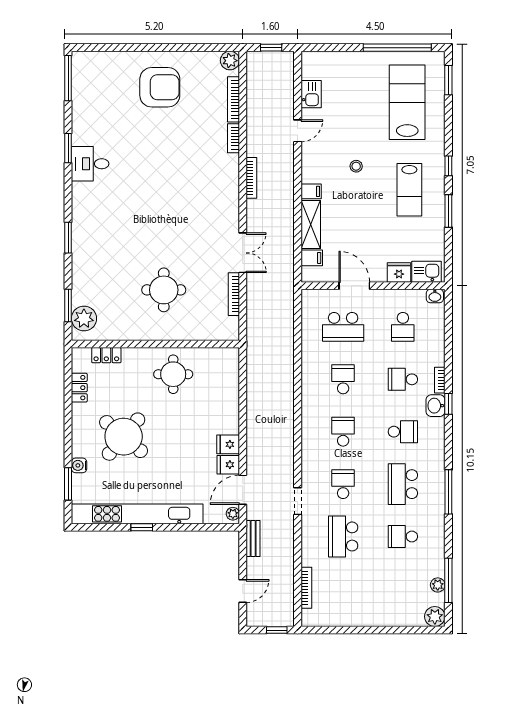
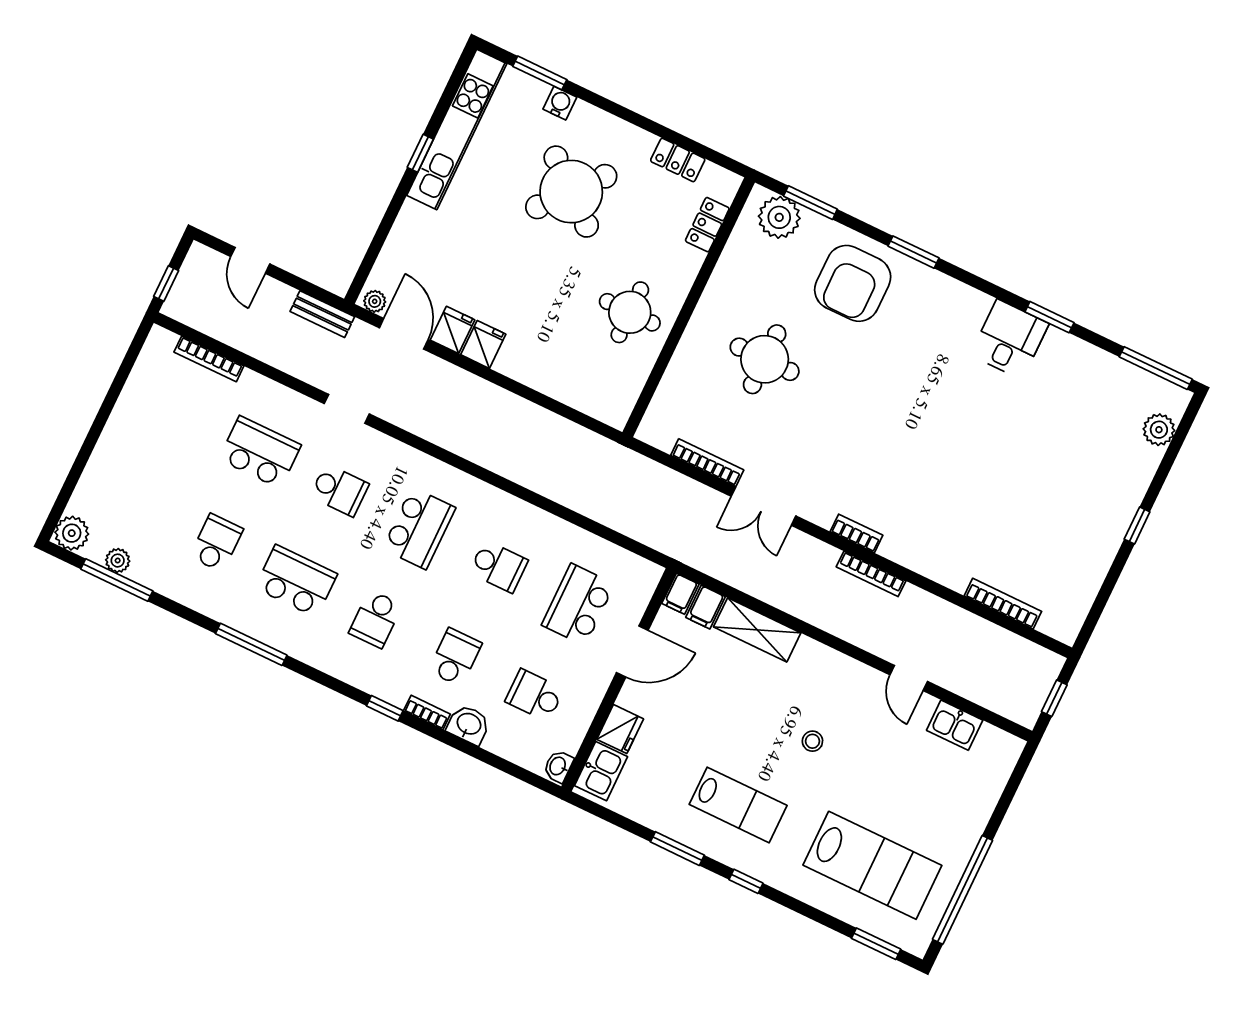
window: (157, 48) -> (1137, 526), added
plant: (230, 61) -> (1159, 430), moved
armchair: (160, 87) -> (853, 283), moved
bookcase: (234, 138) -> (856, 533), moved
lab bench: (409, 190) -> (738, 805), turned 180
filing cabinet: (311, 191) -> (680, 594), moved
washbasin: (436, 406) -> (469, 725), moved
school desk: (343, 432) -> (419, 528), width x1.85
kitchen unit: (137, 514) -> (457, 129), width x0.73

